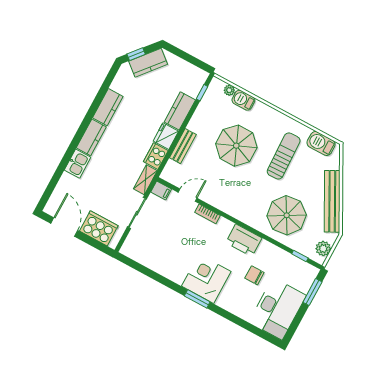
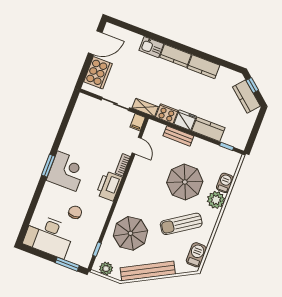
plant: (229, 90) -> (216, 200), moved, width x1.87, depth x1.87
sun lounger: (284, 156) -> (181, 224), turned 148
printer: (244, 240) -> (109, 186), moved

